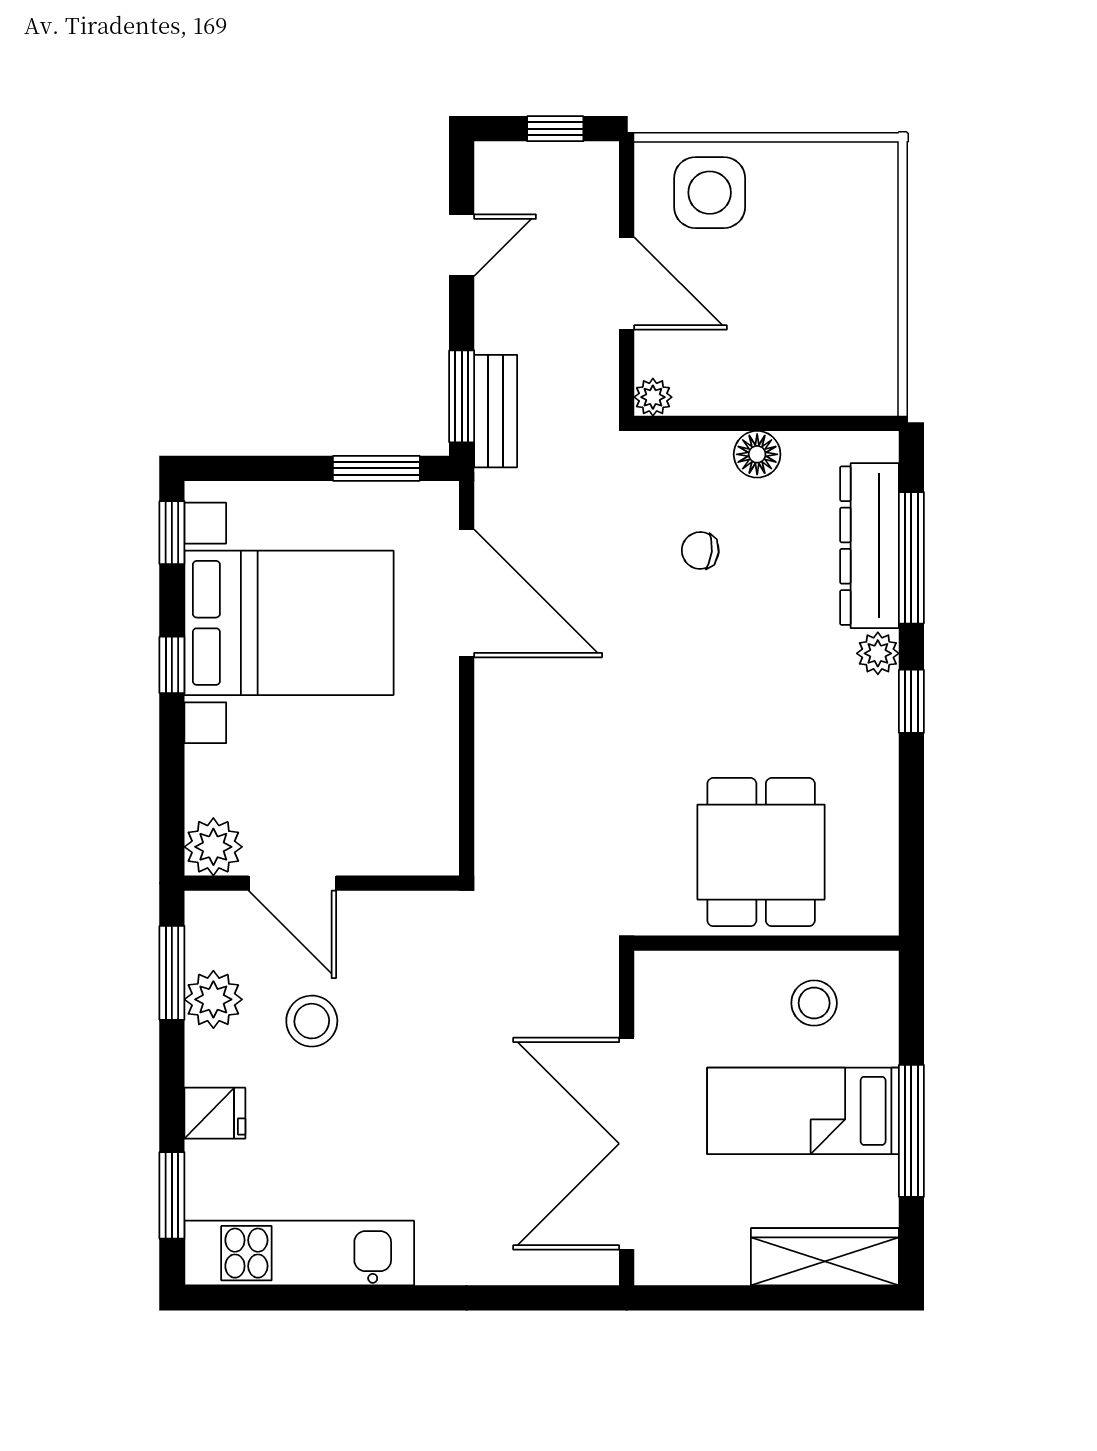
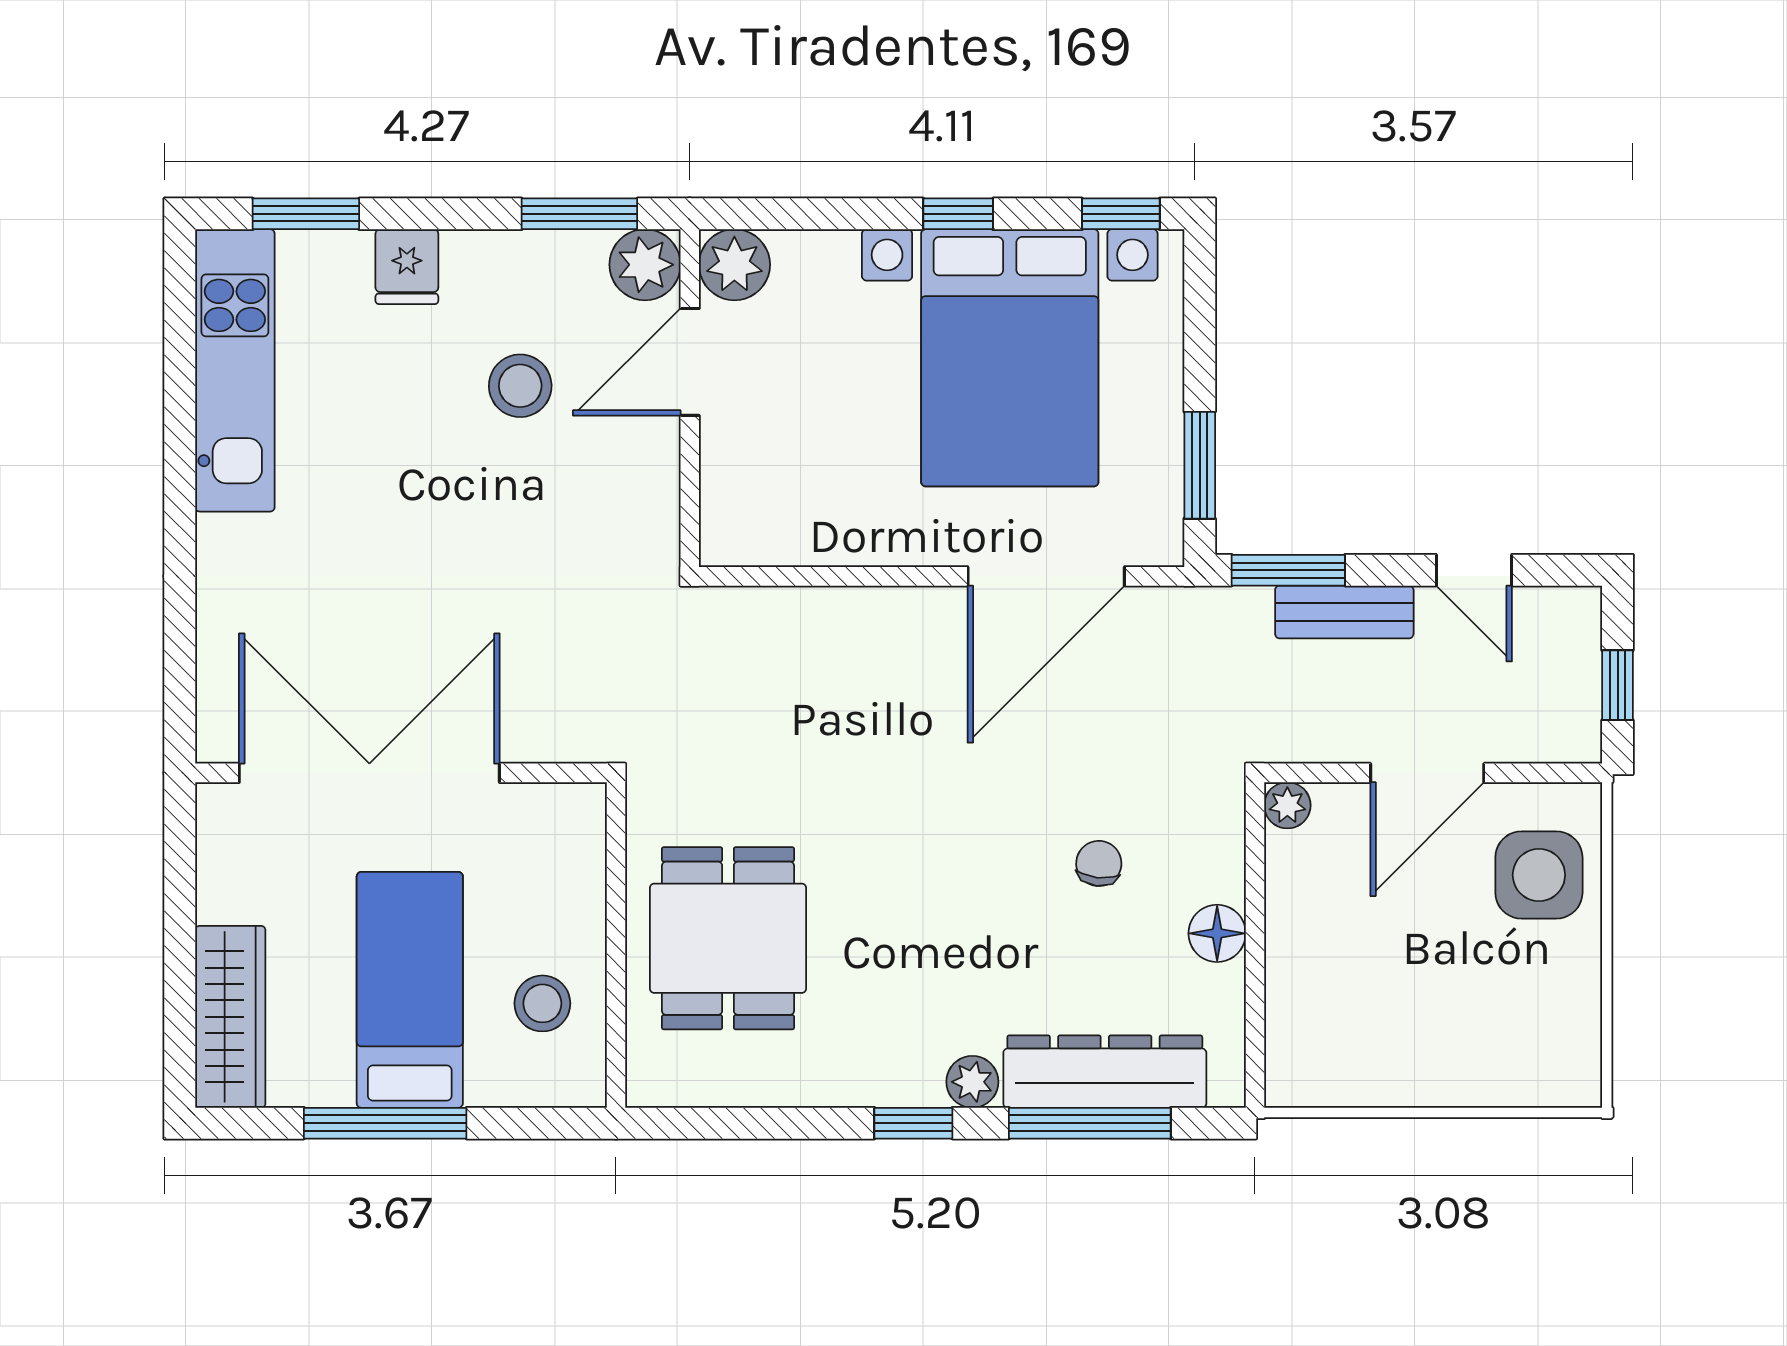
bench: (496, 411) -> (1344, 612), moved
dining table: (761, 852) -> (728, 938), turned 90
plant: (213, 999) -> (645, 265), moved

